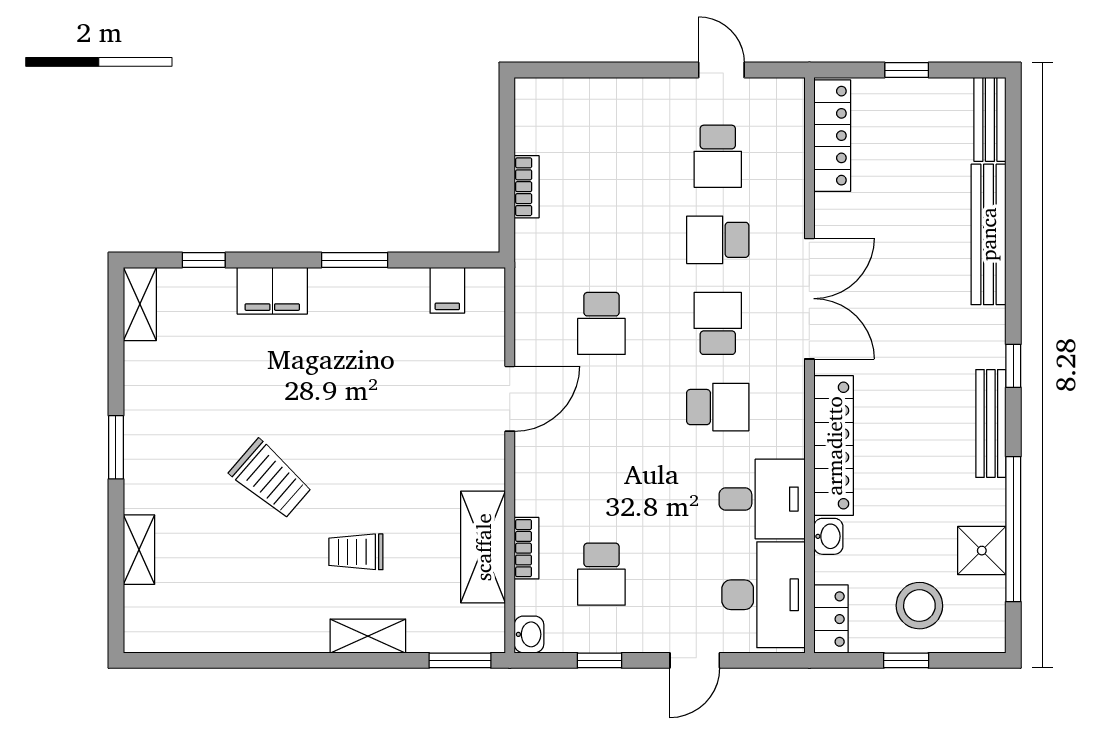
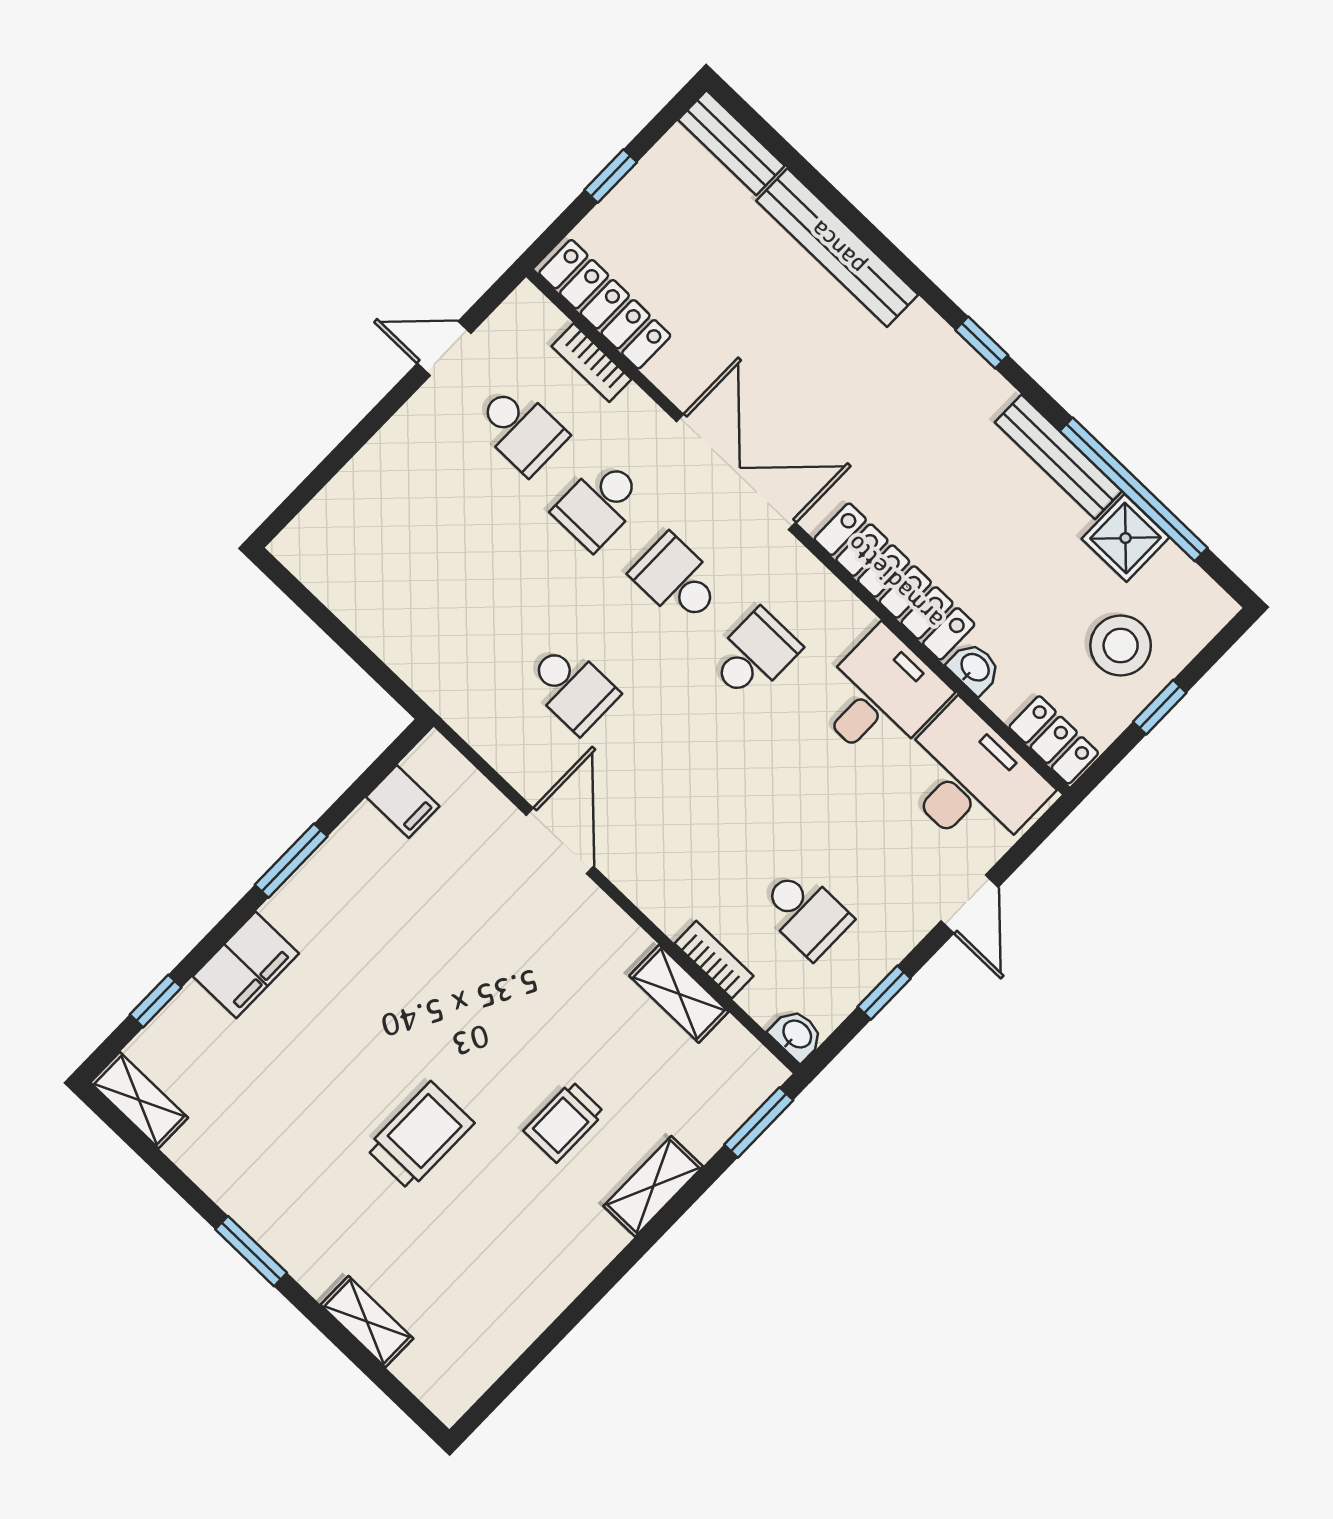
bookcase: (527, 187) -> (591, 363), moved, turned 180
bench: (991, 423) -> (1058, 457), moved
trolley: (271, 479) -> (420, 1136), turned -41
shelving: (483, 547) -> (679, 994), width x0.67, depth x0.75

